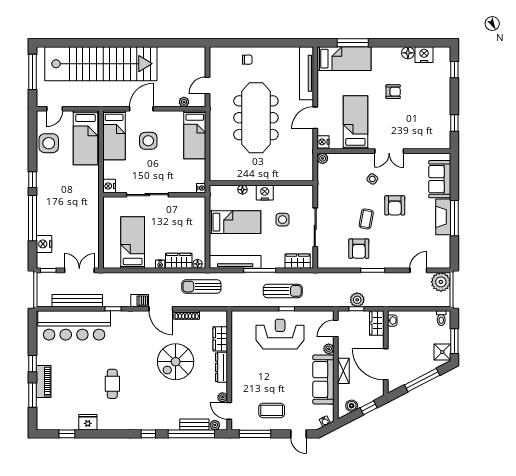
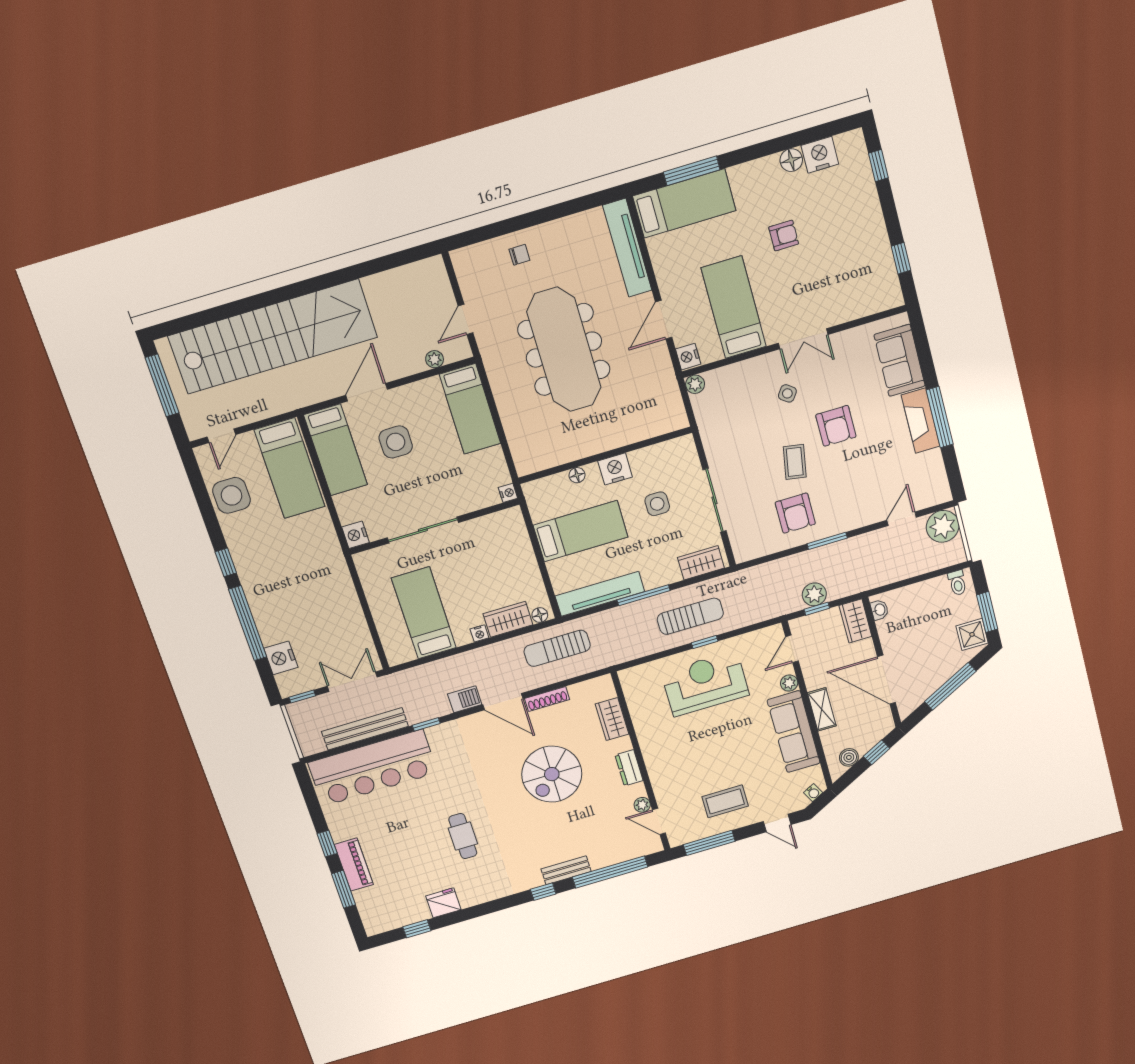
dresser: (221, 367) -> (629, 768), width x0.70
bench: (194, 424) -> (566, 870), moved
plant: (215, 425) -> (643, 849), removed

